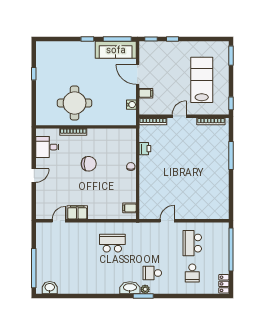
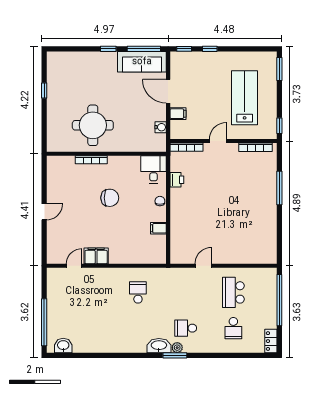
desk: (47, 147) -> (154, 169), moved, turned 90
filing cabinet: (129, 208) -> (158, 228), moved
school desk: (112, 243) -> (138, 292), width x0.54

